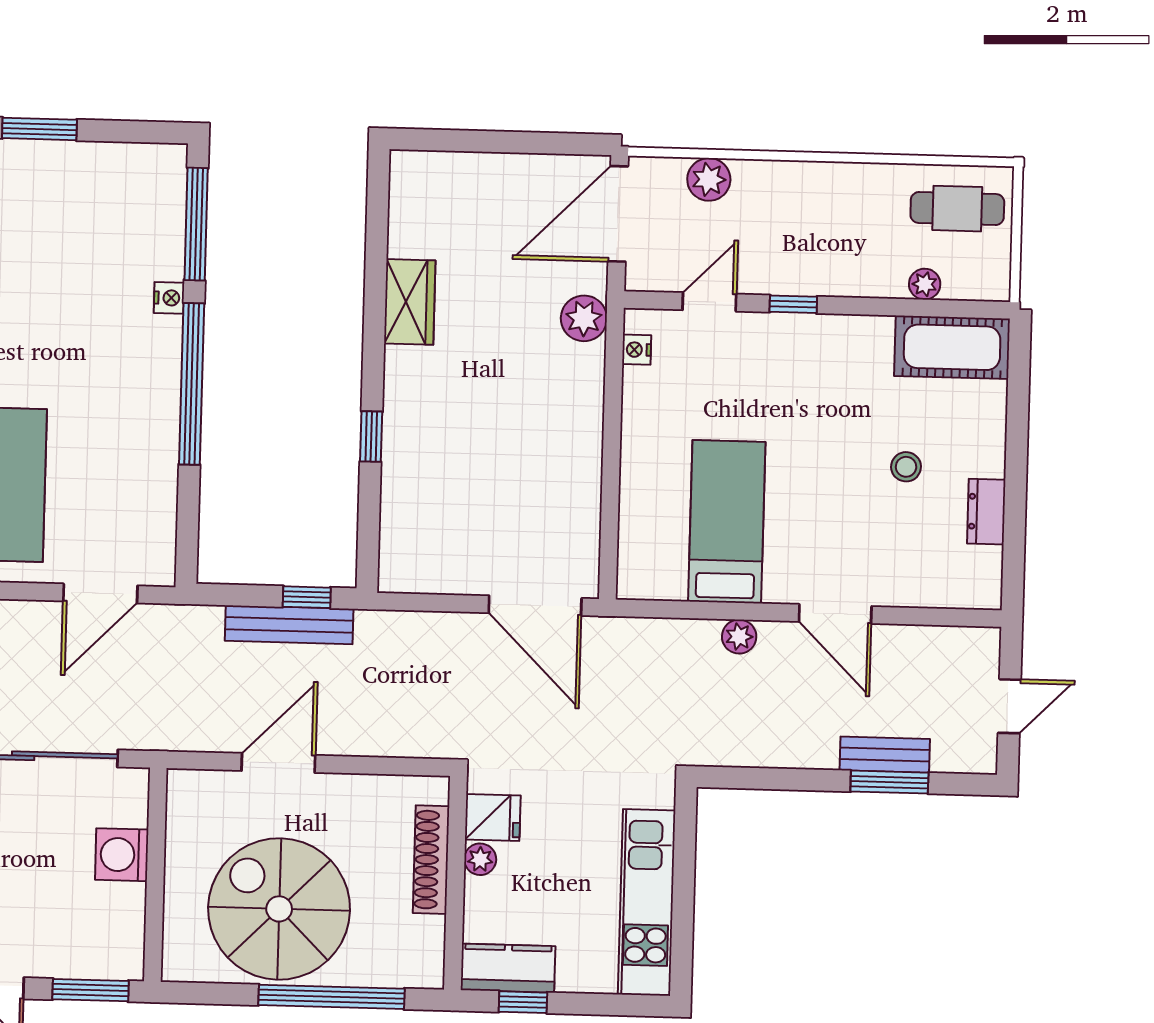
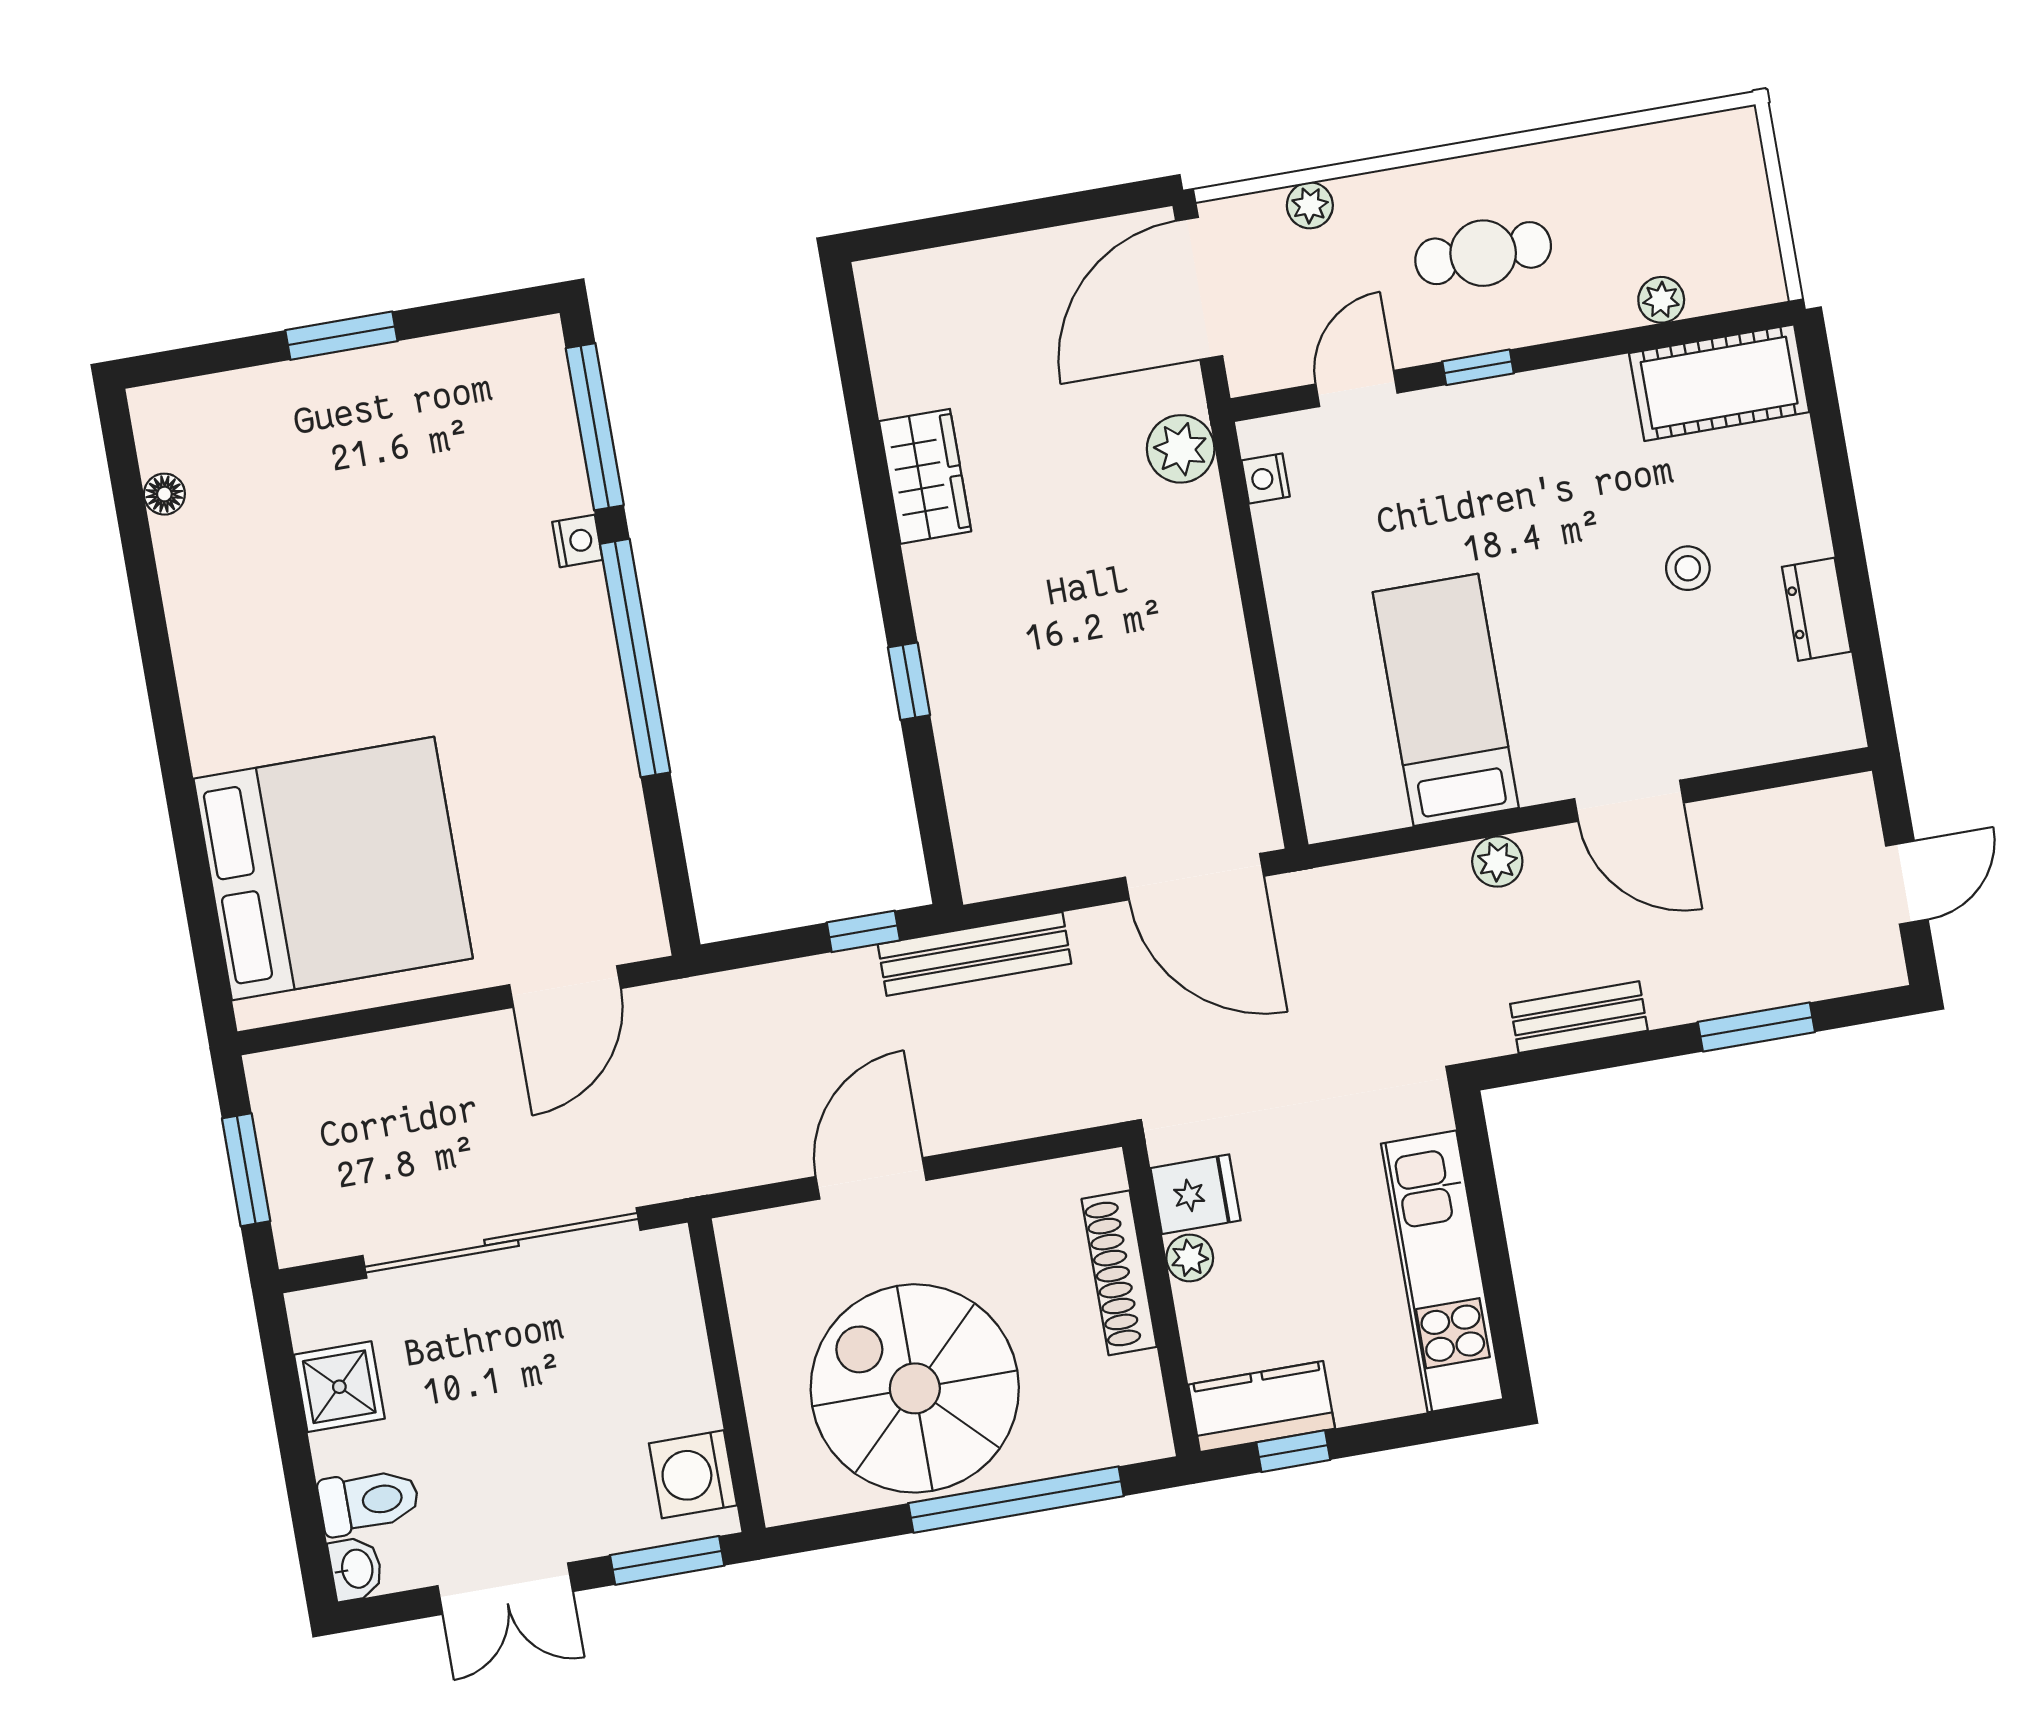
plant: (709, 179) -> (1310, 205), width x0.73, depth x0.73
cafe table: (957, 209) -> (1483, 253), moved
bench: (289, 625) -> (975, 954), moved
bench: (885, 755) -> (1579, 1017), moved
washing machine: (122, 855) -> (693, 1474), moved

